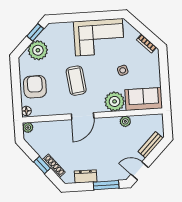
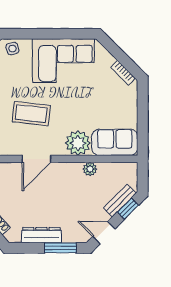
side table: (123, 70) -> (12, 49), moved
coffee table: (76, 81) -> (31, 114), turned -76
window: (157, 151) -> (128, 209), added
dresser: (86, 176) -> (41, 235), width x1.44

